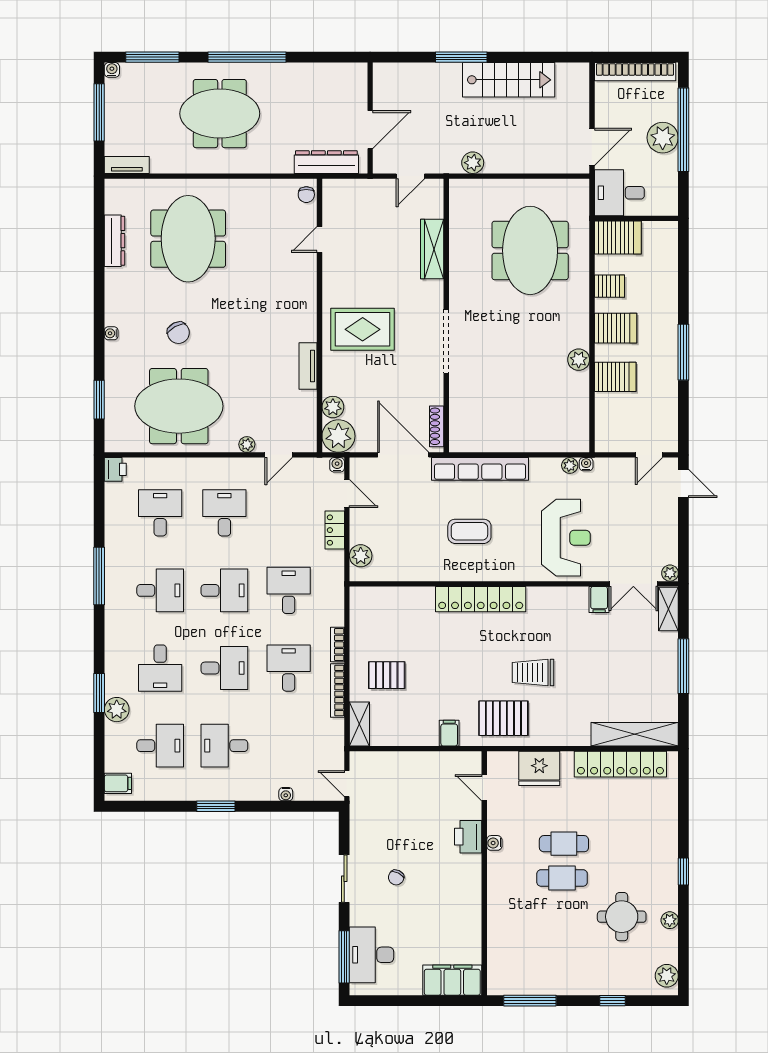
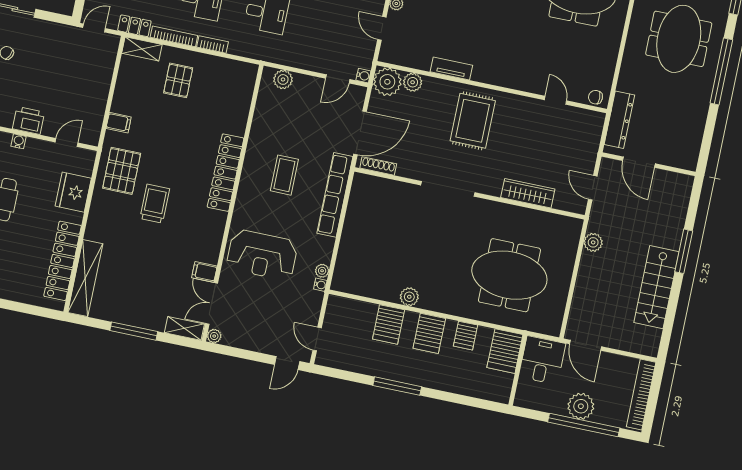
locker: (335, 530) -> (134, 26), moved

